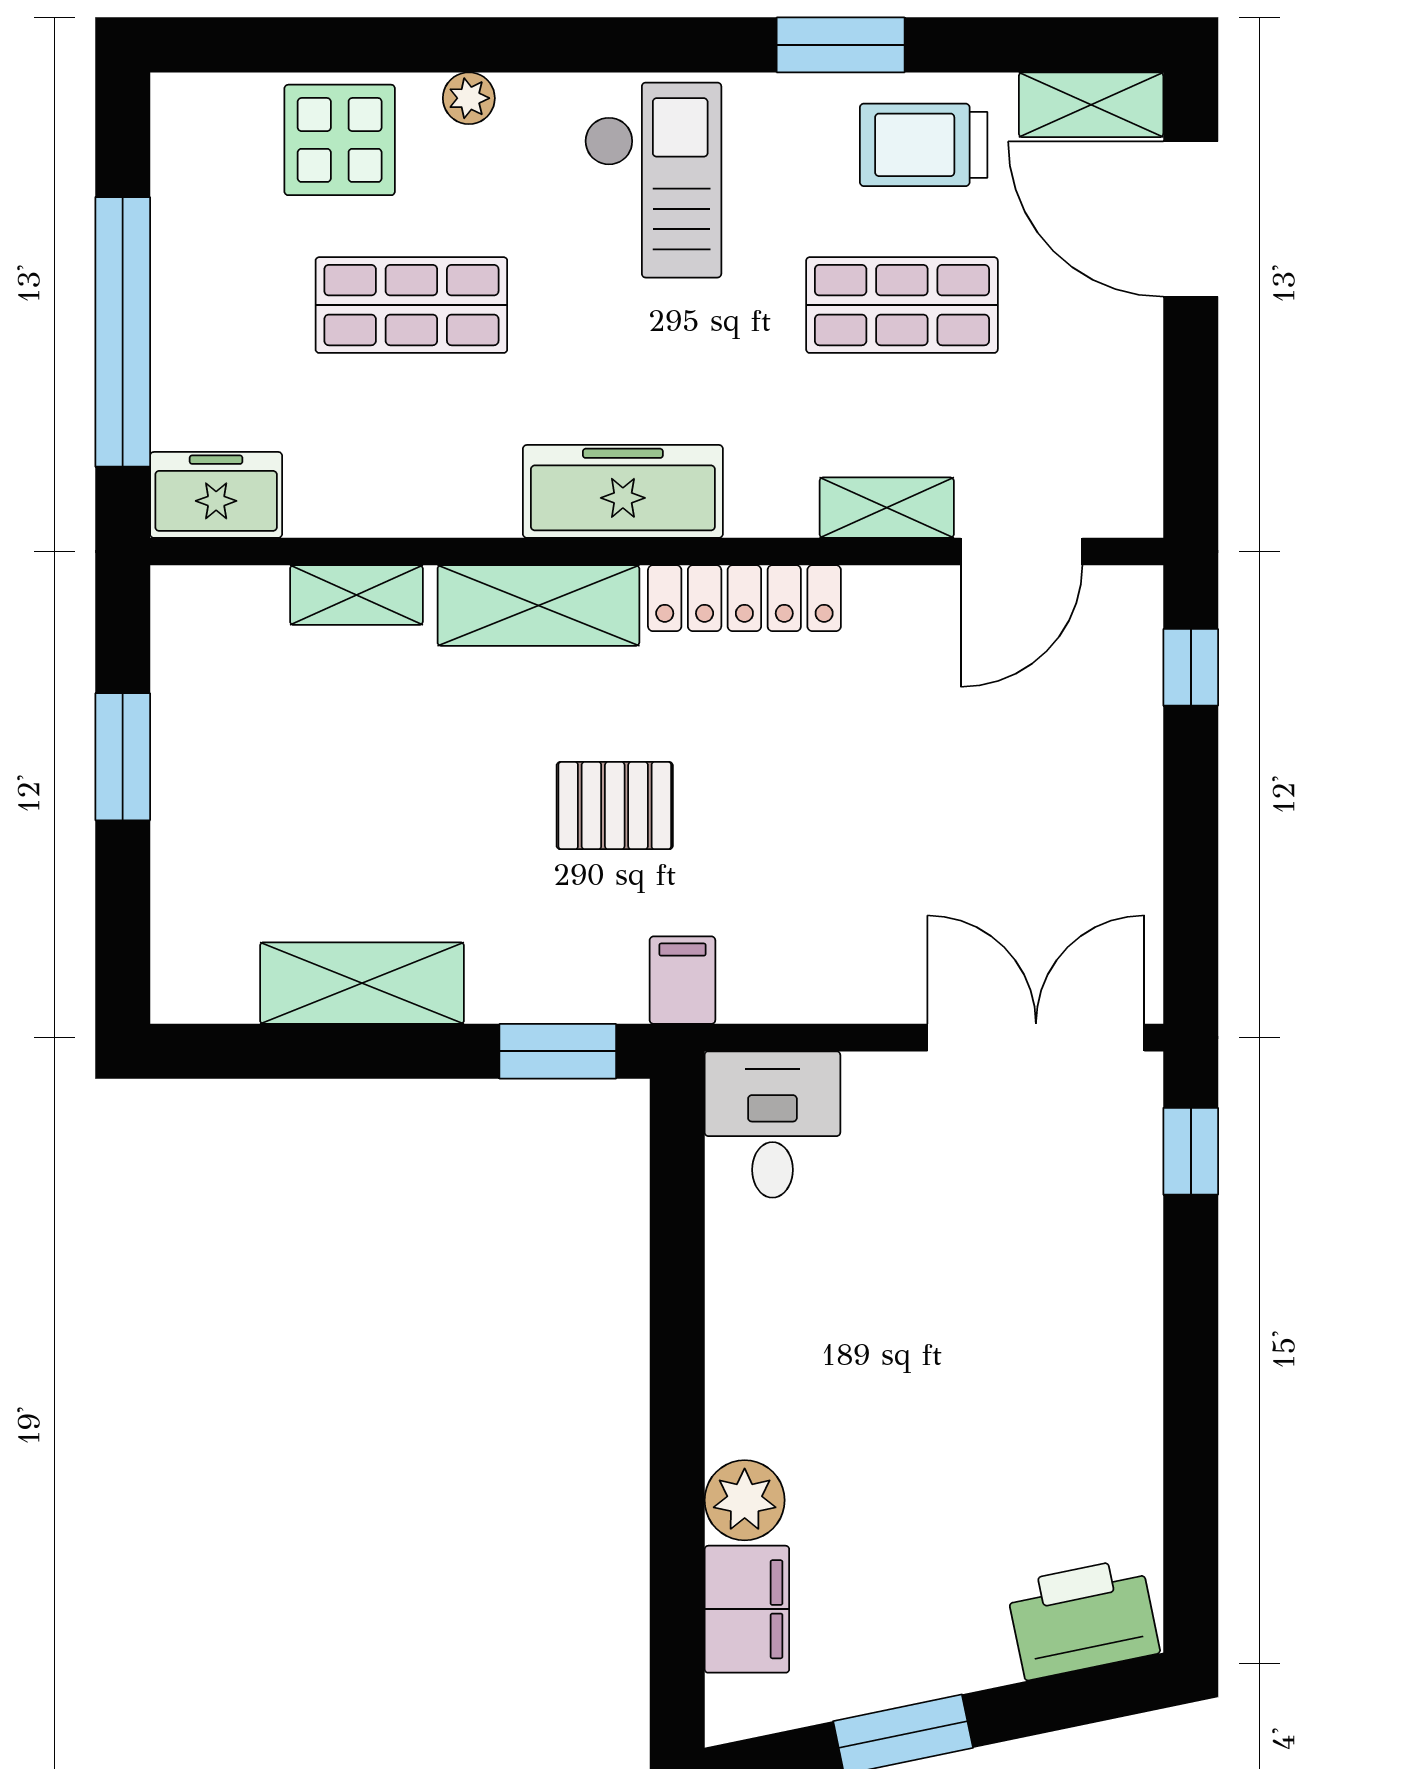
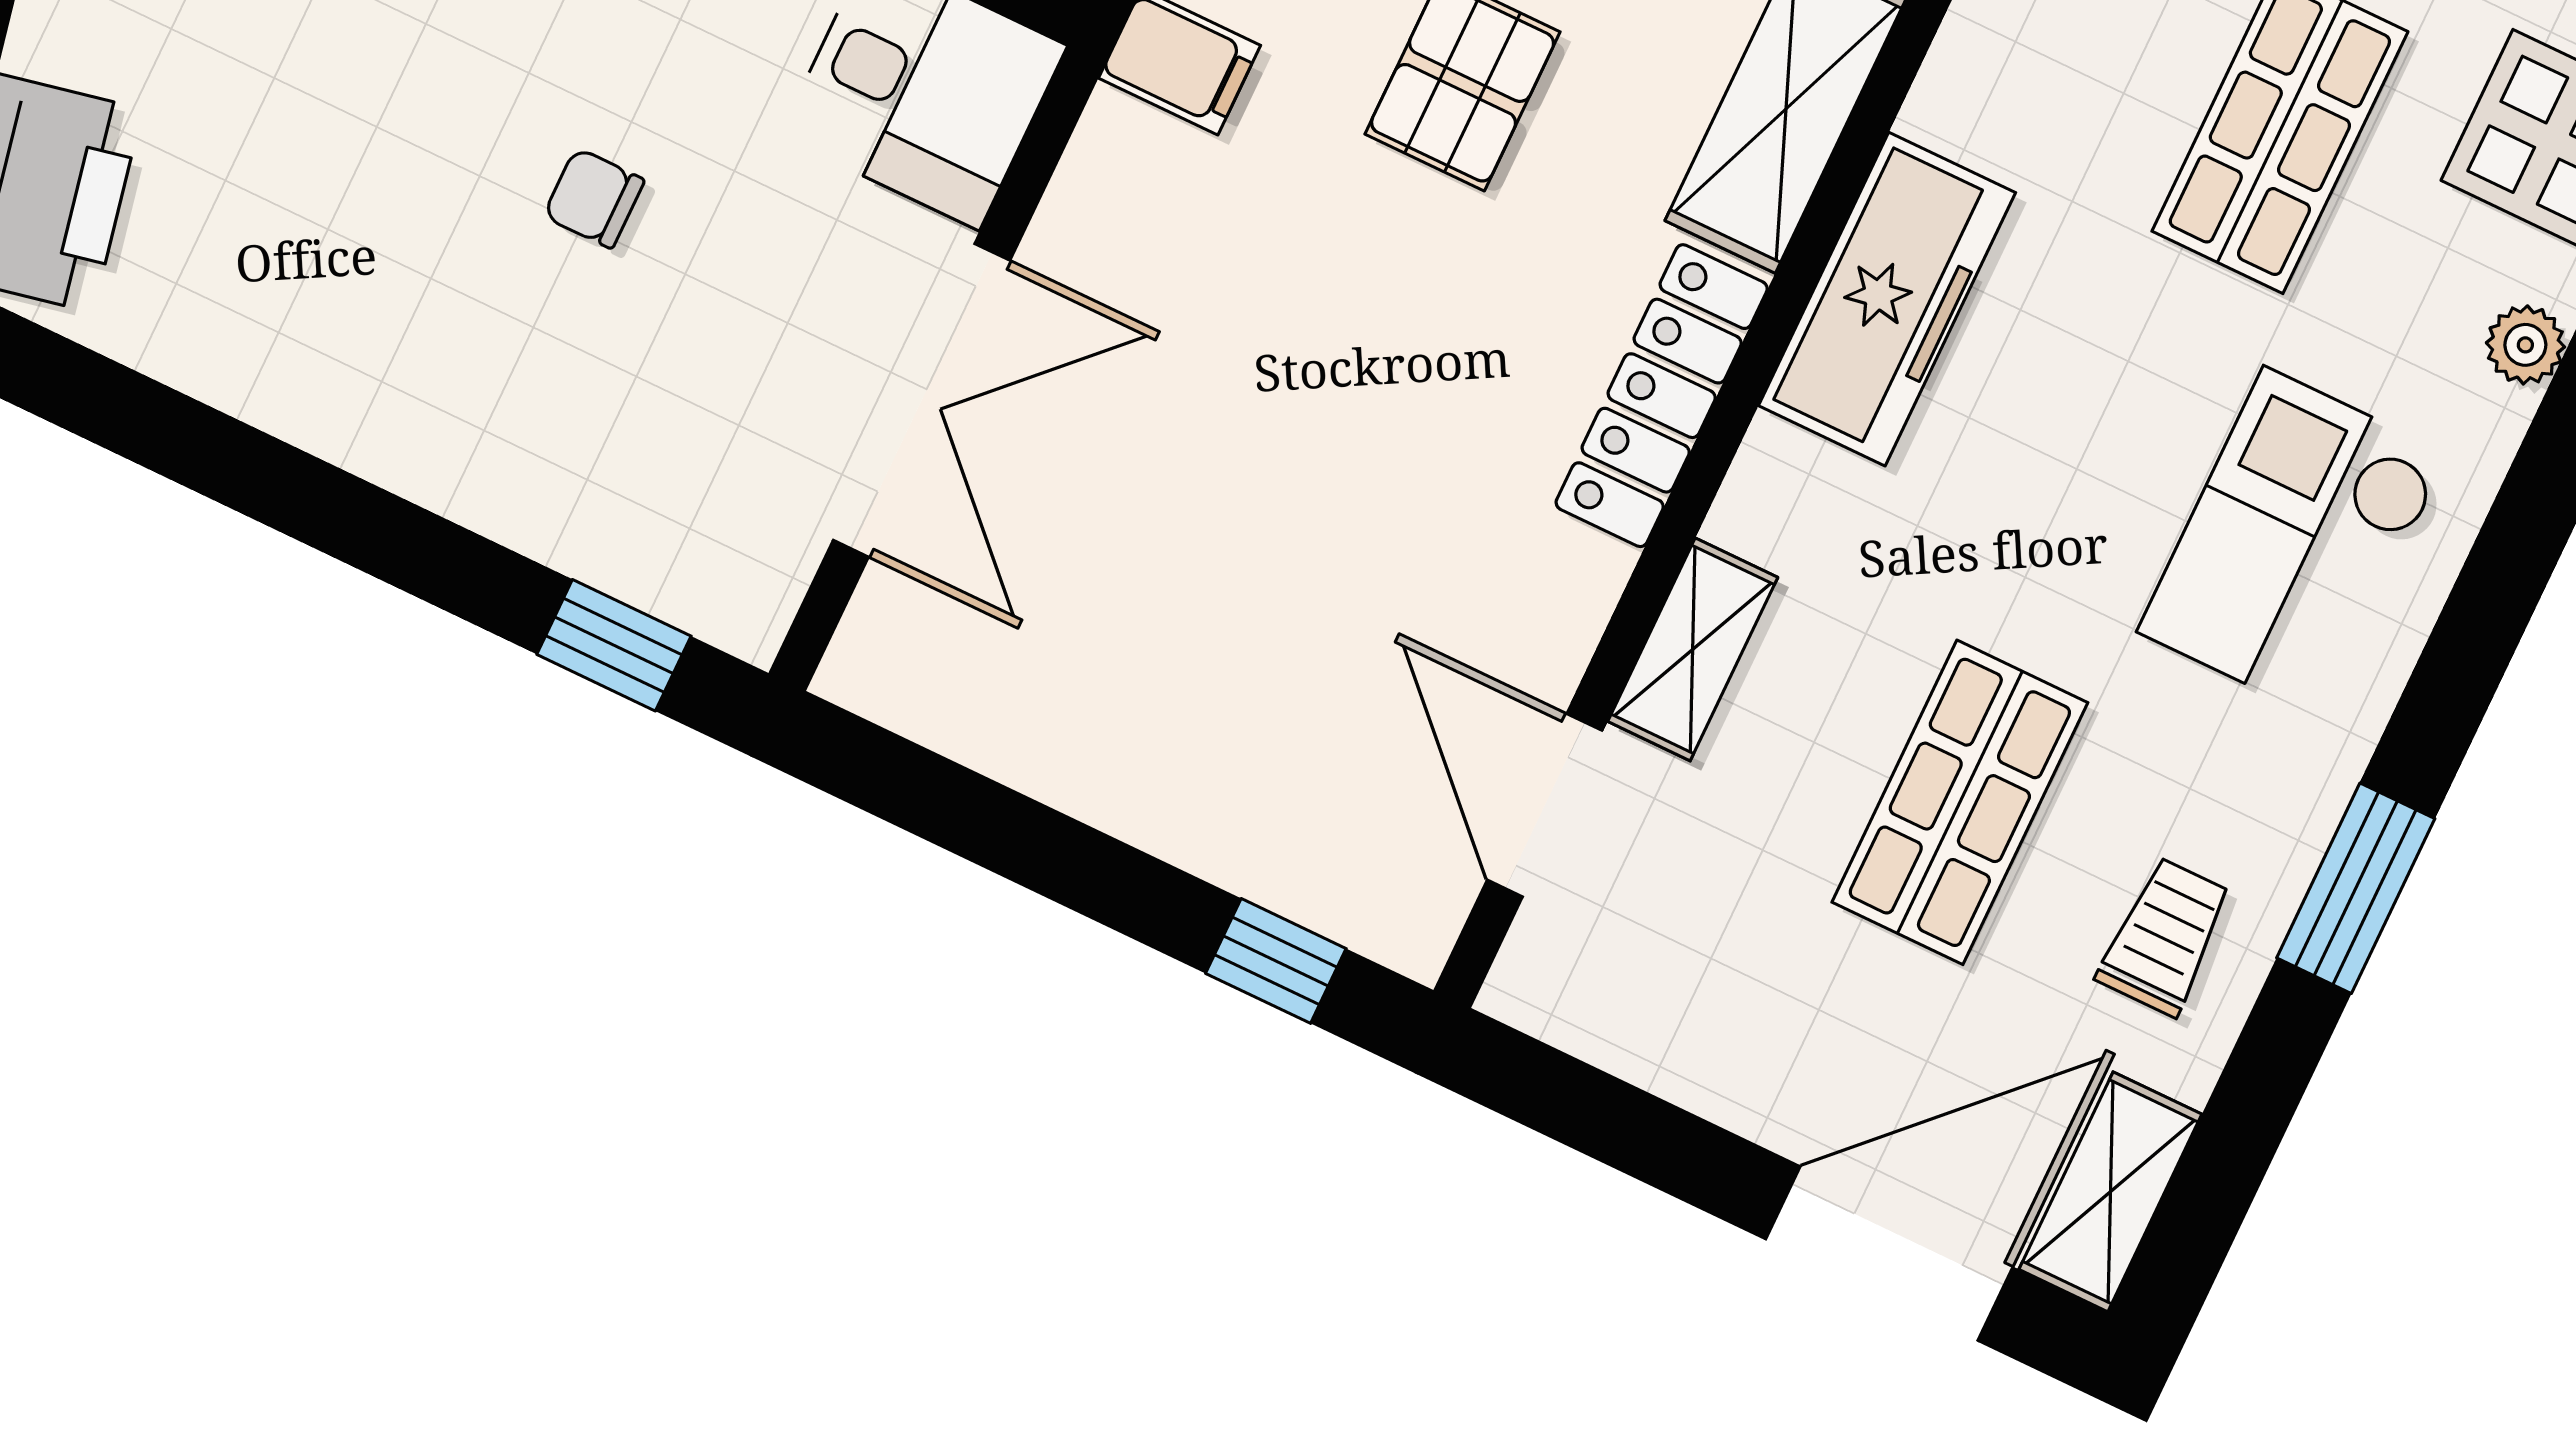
trolley: (924, 145) -> (2165, 937), width x0.73, depth x0.72
checkout: (653, 180) -> (2293, 543), turned 90
double door: (1036, 1038) -> (922, 400), moved
chair: (930, 1290) -> (594, 198), added

